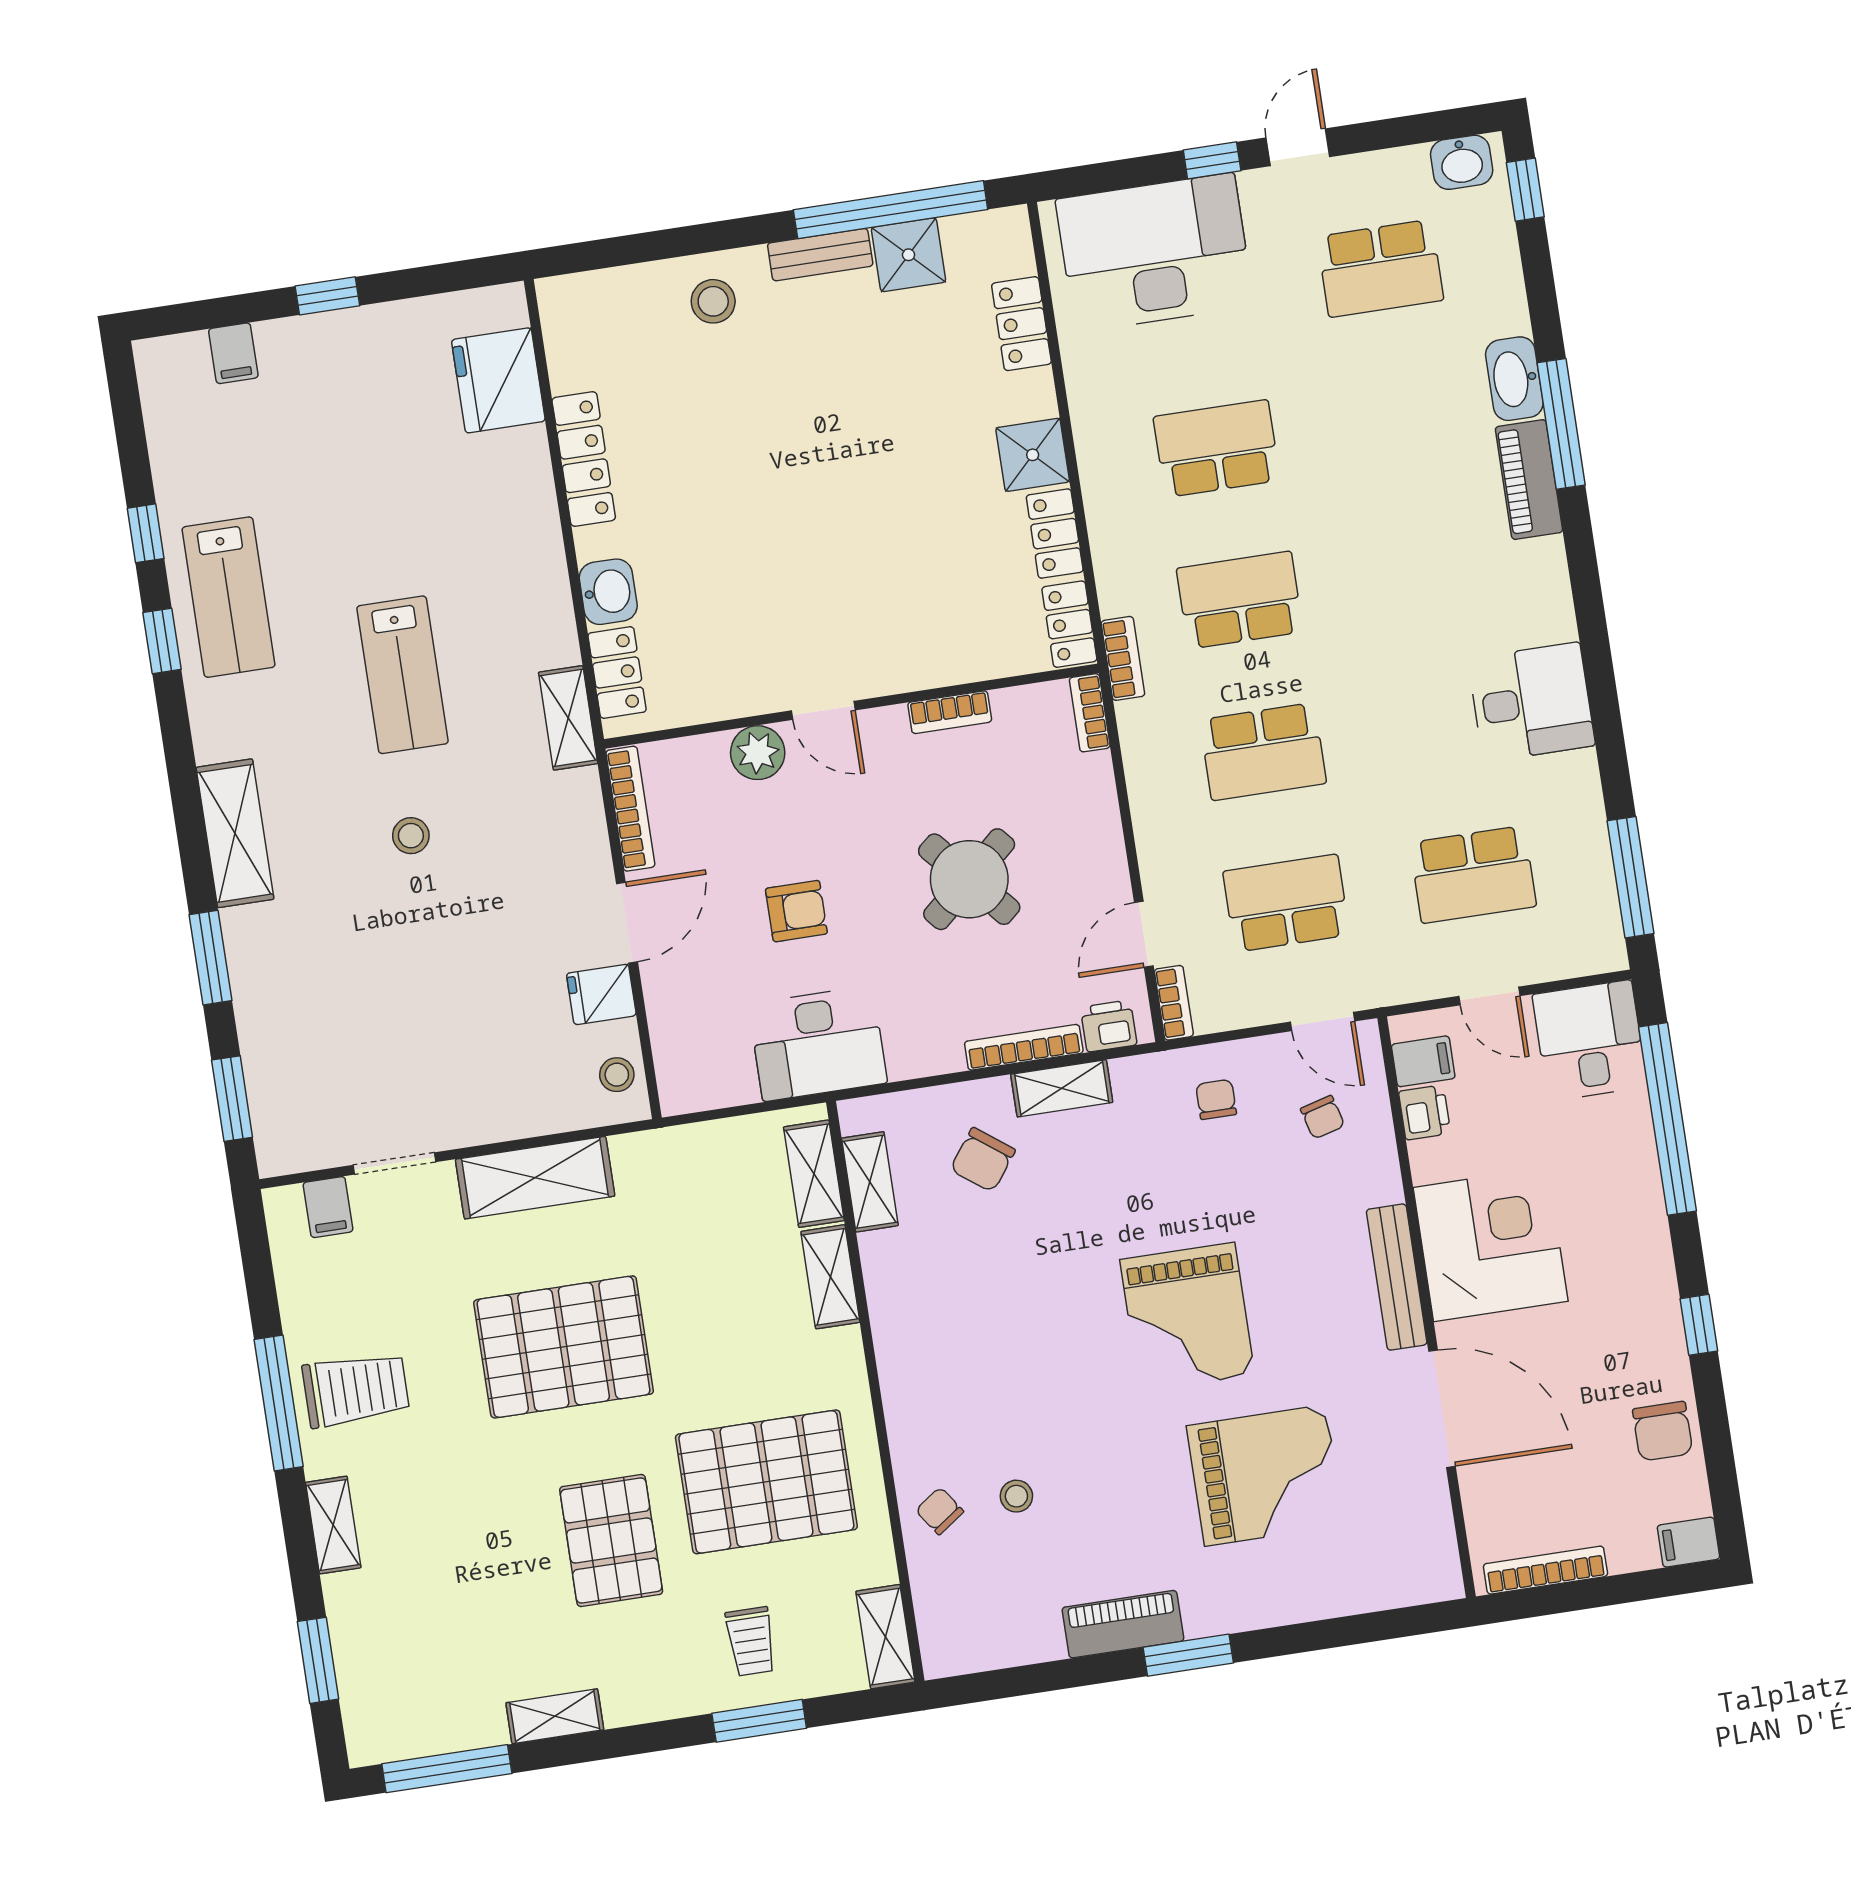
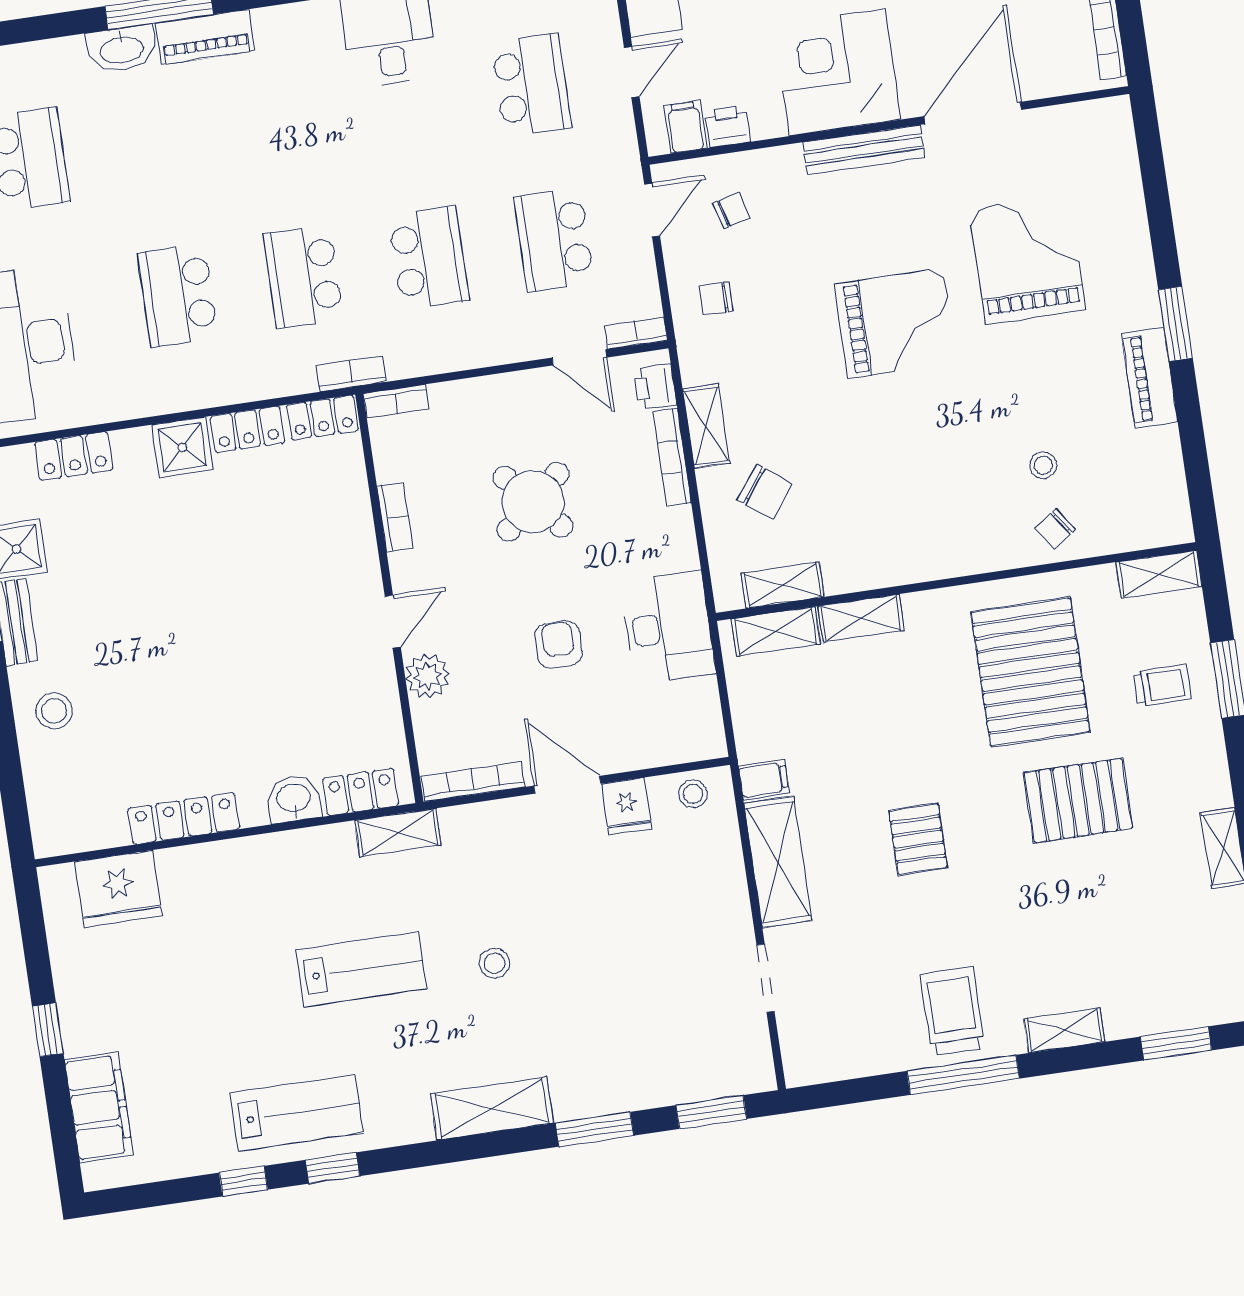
filing cabinet: (233, 353) -> (99, 1107), width x3.00, depth x1.17
filing cabinet: (328, 1207) -> (764, 780), moved
pallet: (564, 1347) -> (918, 839), width x0.49, depth x0.50

